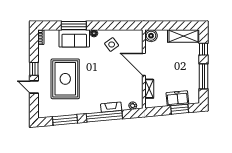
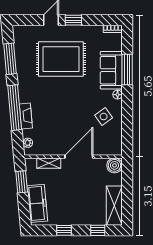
window: (203, 76) -> (64, 230), width x0.46
freezer: (177, 98) -> (37, 203), width x1.40
window: (180, 109) -> (22, 182), moved

